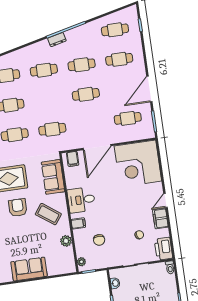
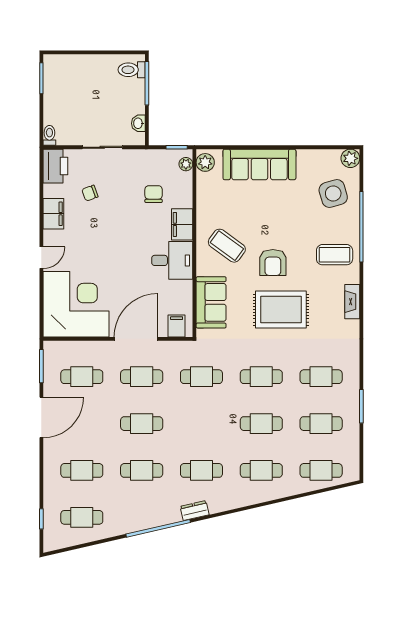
dresser: (57, 40) -> (195, 511), moved
cafe table: (90, 124) -> (142, 377), added
door: (165, 200) -> (41, 258), moved
filing cabinet: (78, 223) -> (182, 224), width x2.00
plant: (66, 241) -> (205, 162), moved
sofa: (29, 269) -> (259, 164), width x1.36

